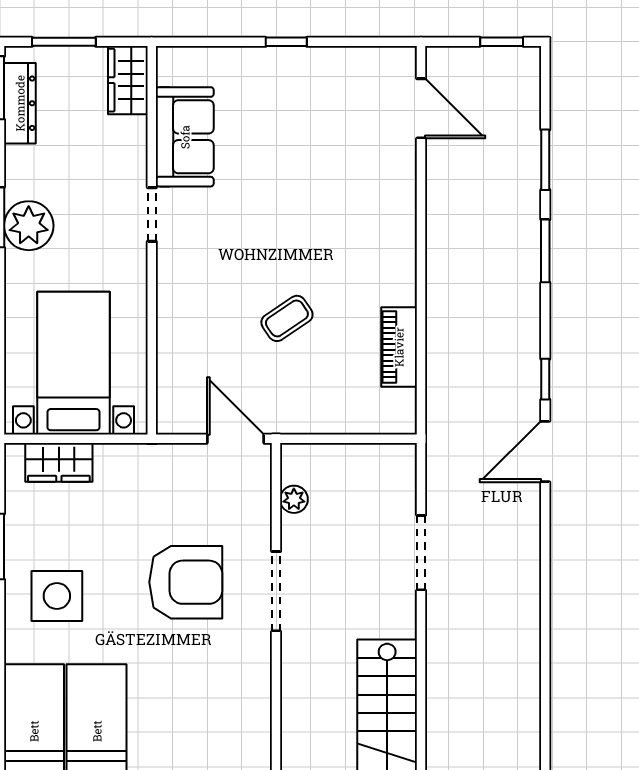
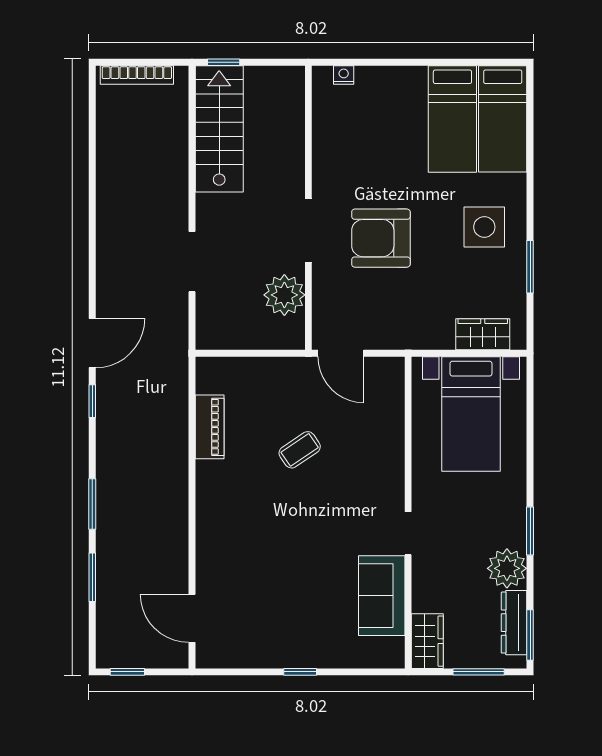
plant: (29, 226) -> (507, 568), moved
plant: (294, 499) -> (284, 295), width x1.87, depth x1.87

